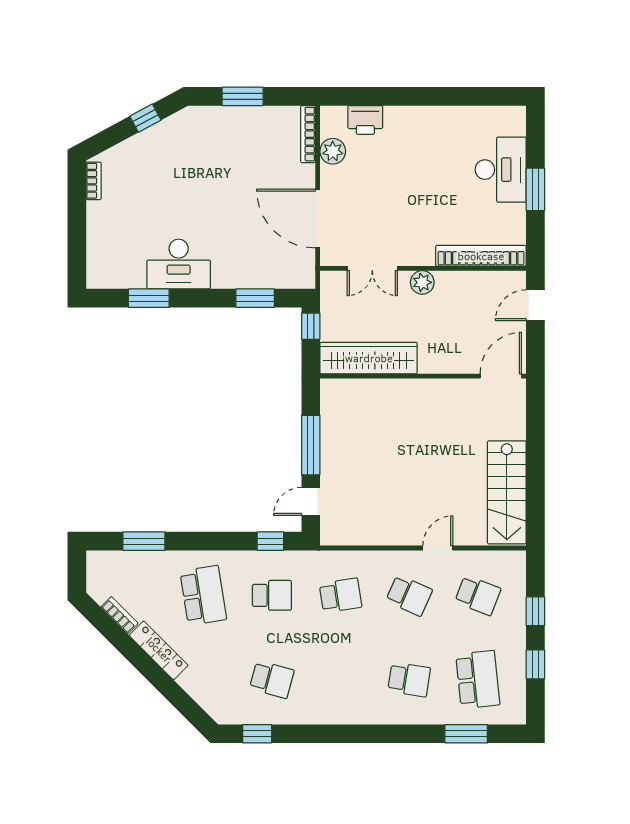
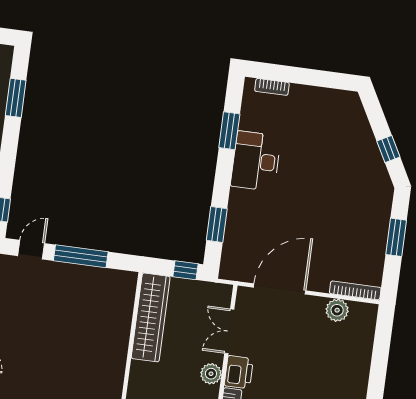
printer: (365, 120) -> (239, 372), moved, turned 180
bookcase: (94, 181) -> (272, 87), moved
door: (311, 501) -> (31, 250), hinge flipped

